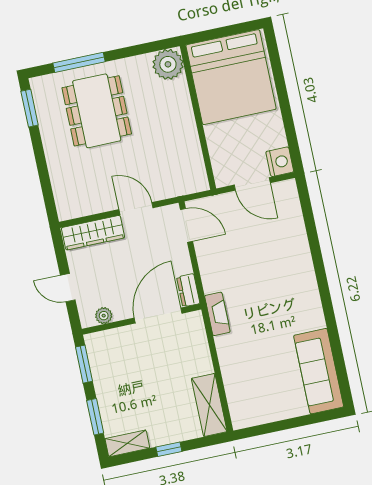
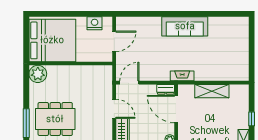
nightstand: (280, 162) -> (95, 23), moved
door: (136, 209) -> (114, 109), swing flipped
sofa: (319, 371) -> (185, 26), moved
shelving: (209, 405) -> (212, 91), moved

